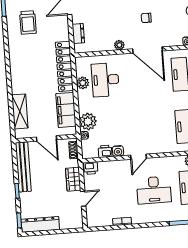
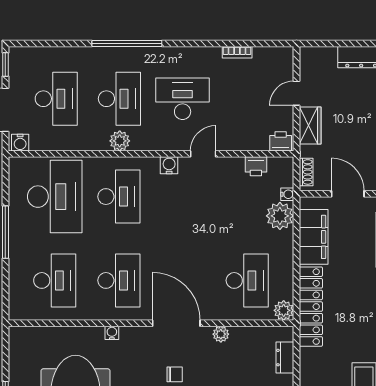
plant: (83, 83) -> (284, 310), moved
water cooler: (118, 151) -> (169, 165), moved

